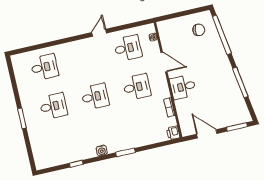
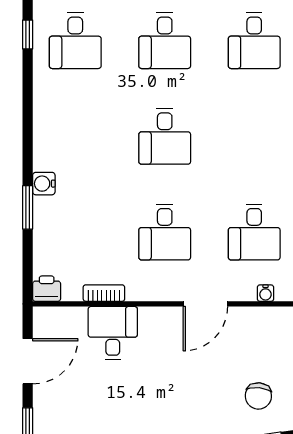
desk: (183, 87) -> (113, 333), moved
desk: (62, 145) -> (75, 41), added
water cooler: (102, 150) -> (44, 184), moved
window: (126, 152) -> (28, 207), moved
window: (76, 164) -> (28, 34), moved

